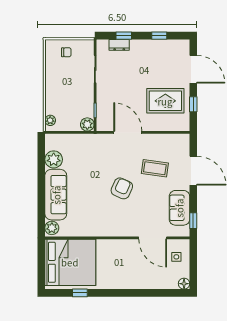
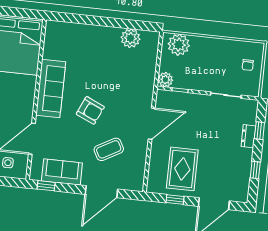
dresser: (119, 45) -> (248, 136), moved
plant: (50, 120) -> (179, 45), width x1.87, depth x1.87
coffee table: (155, 168) -> (109, 149), turned 53
sofa: (56, 195) -> (51, 89), moved, turned -90
plant: (52, 228) -> (55, 28), removed

